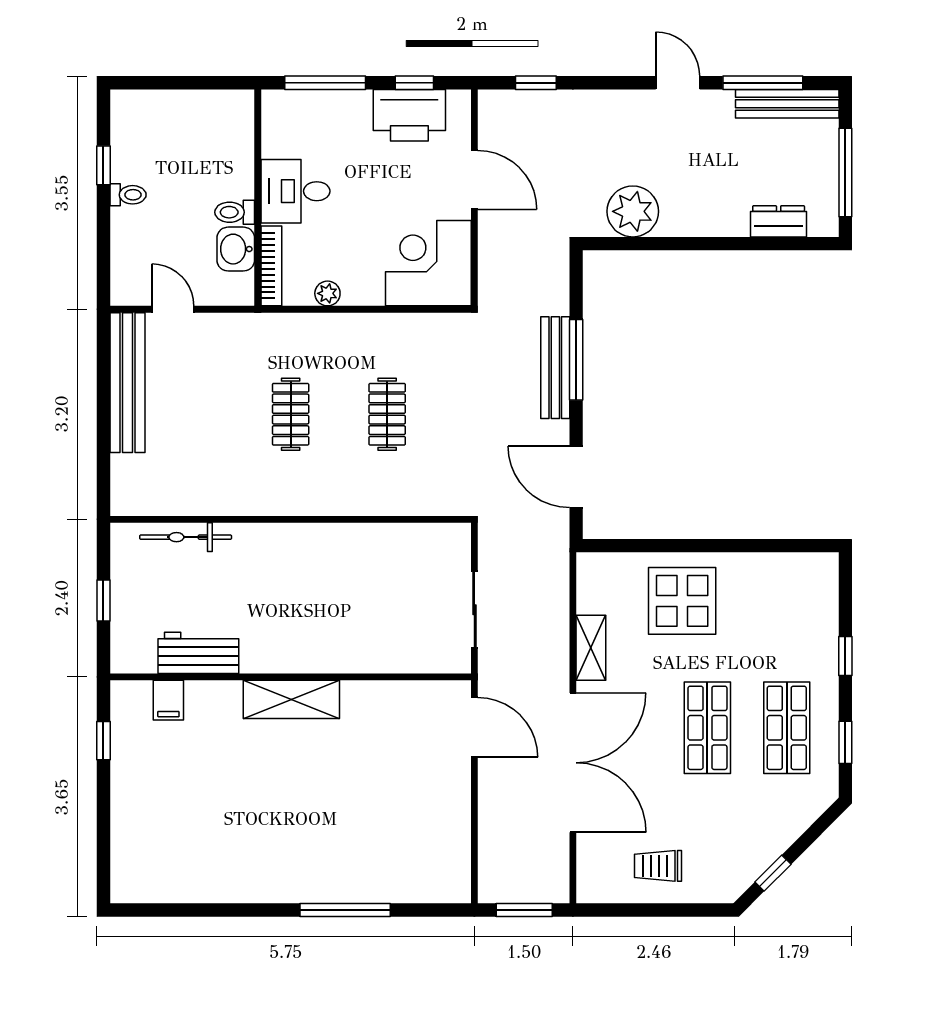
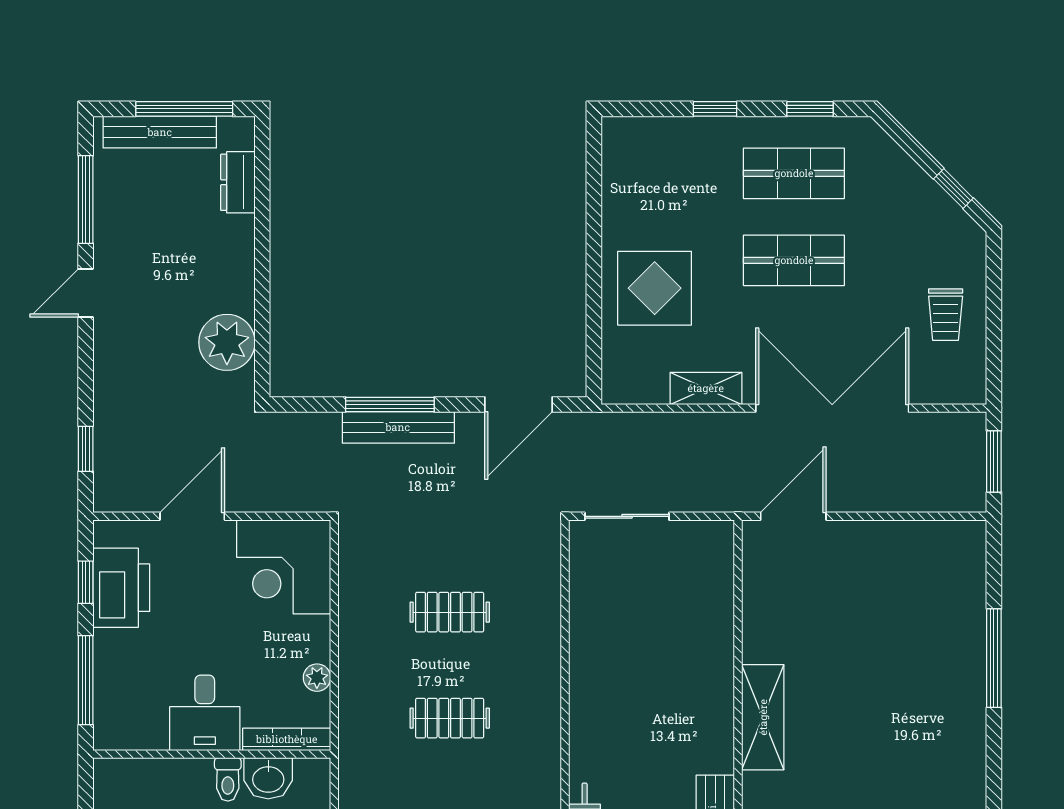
bench: (787, 104) -> (160, 132), moved, turned 90
sliding door: (474, 610) -> (627, 516), moved

